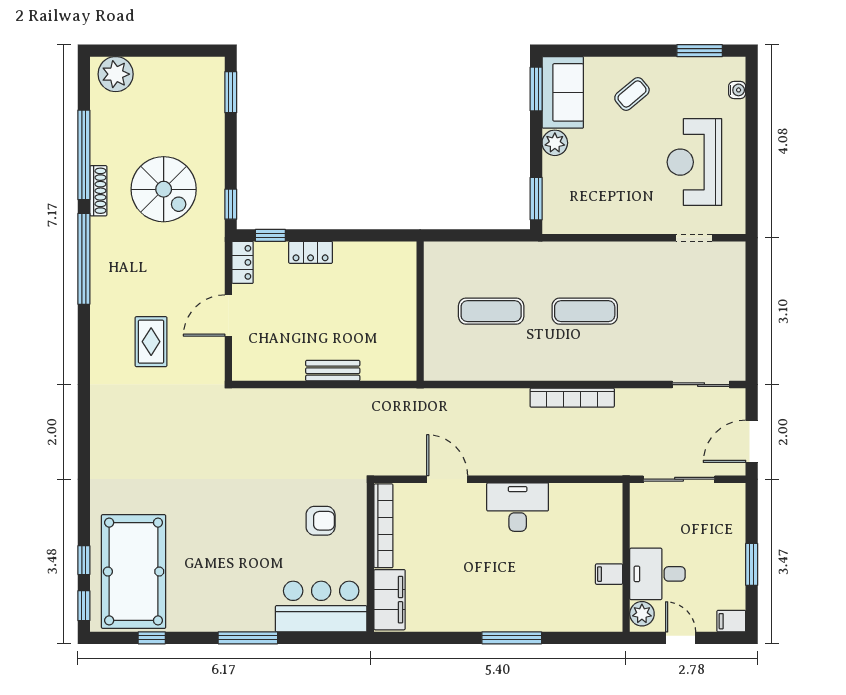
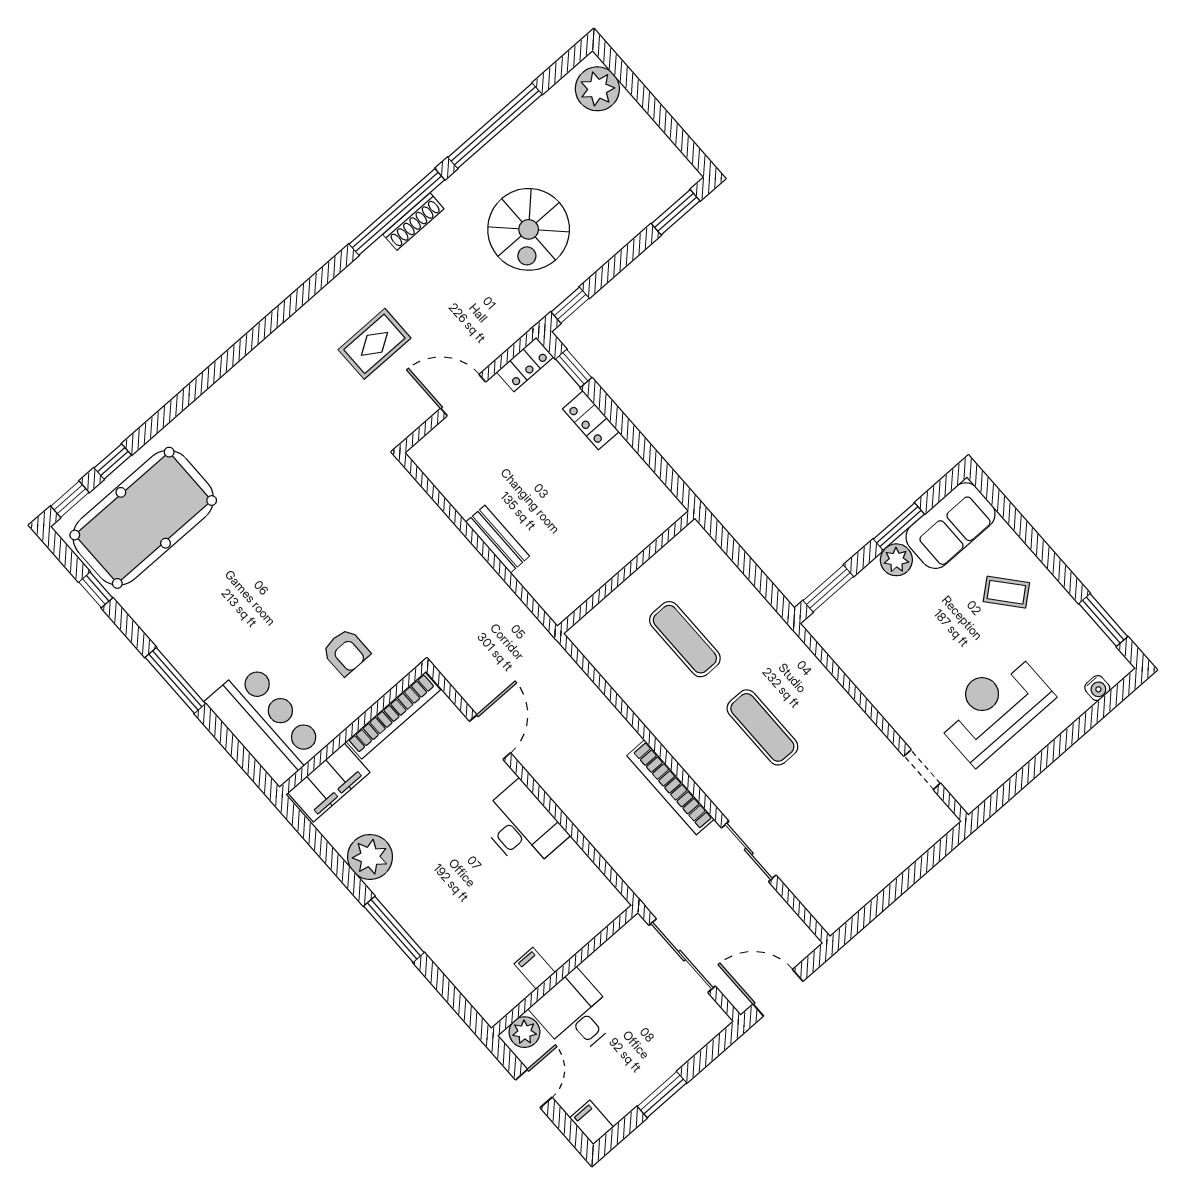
window: (536, 89) -> (899, 527), moved
shoe rack: (98, 191) -> (413, 222), moved
sliding door: (701, 385) -> (749, 851), moved
plant: (456, 614) -> (370, 857), added

